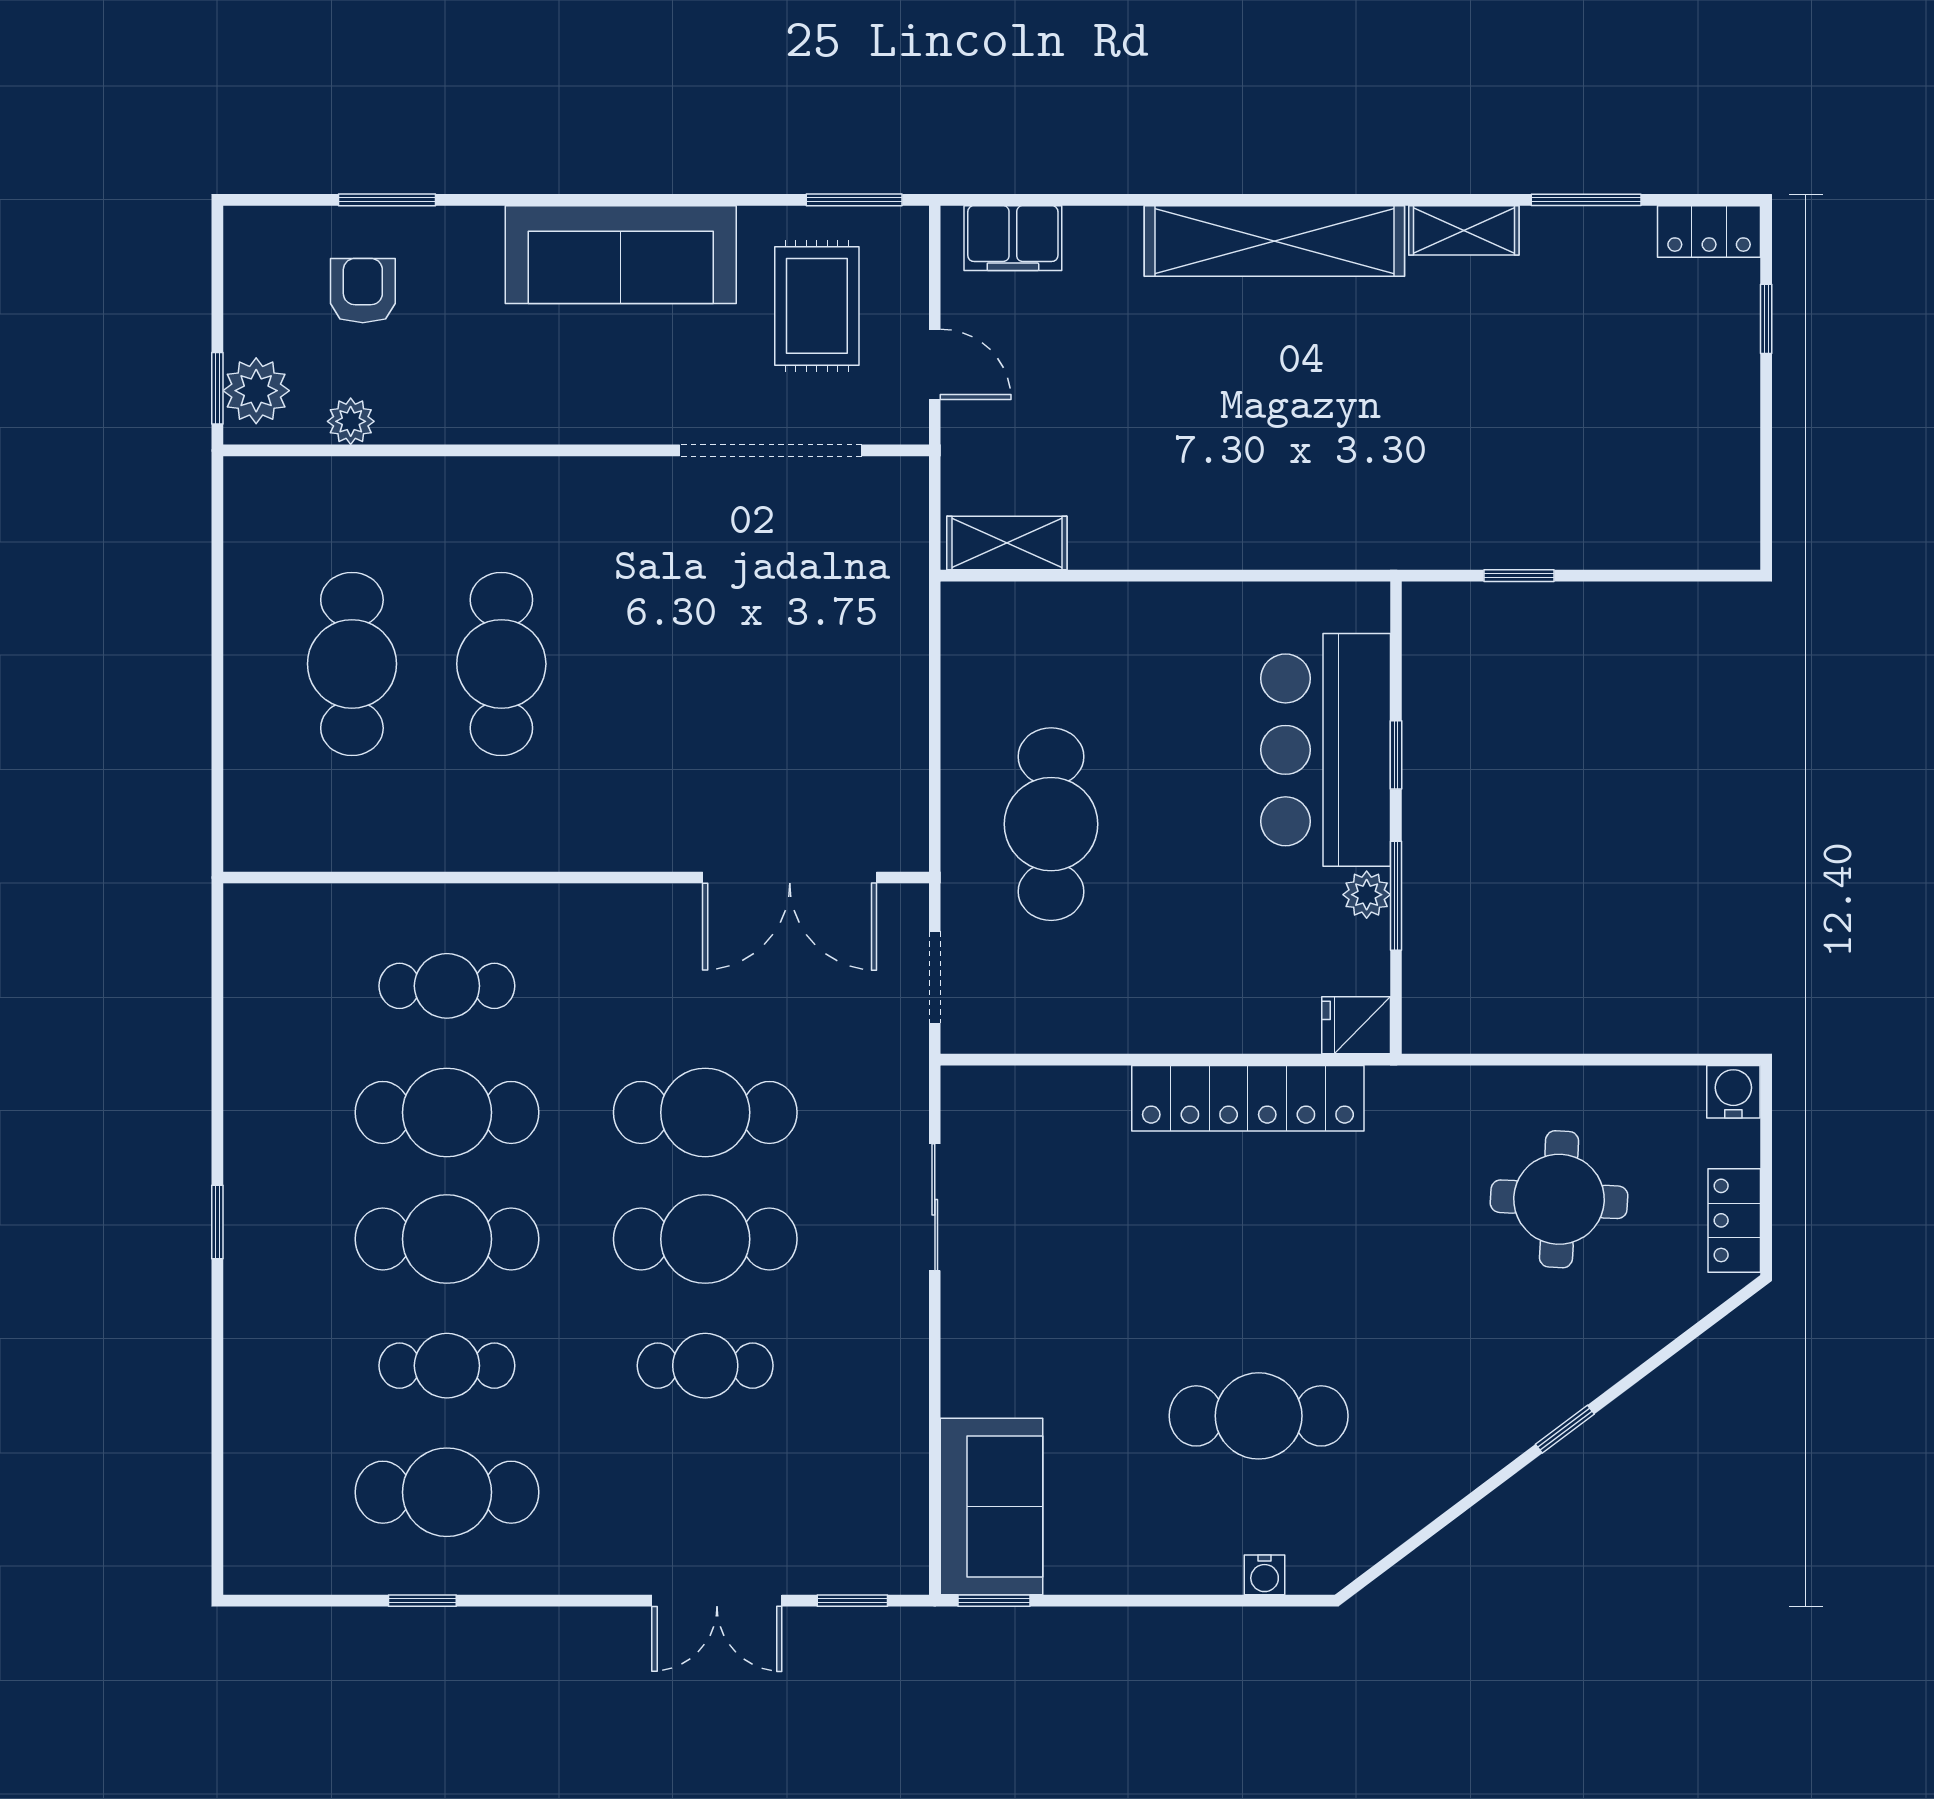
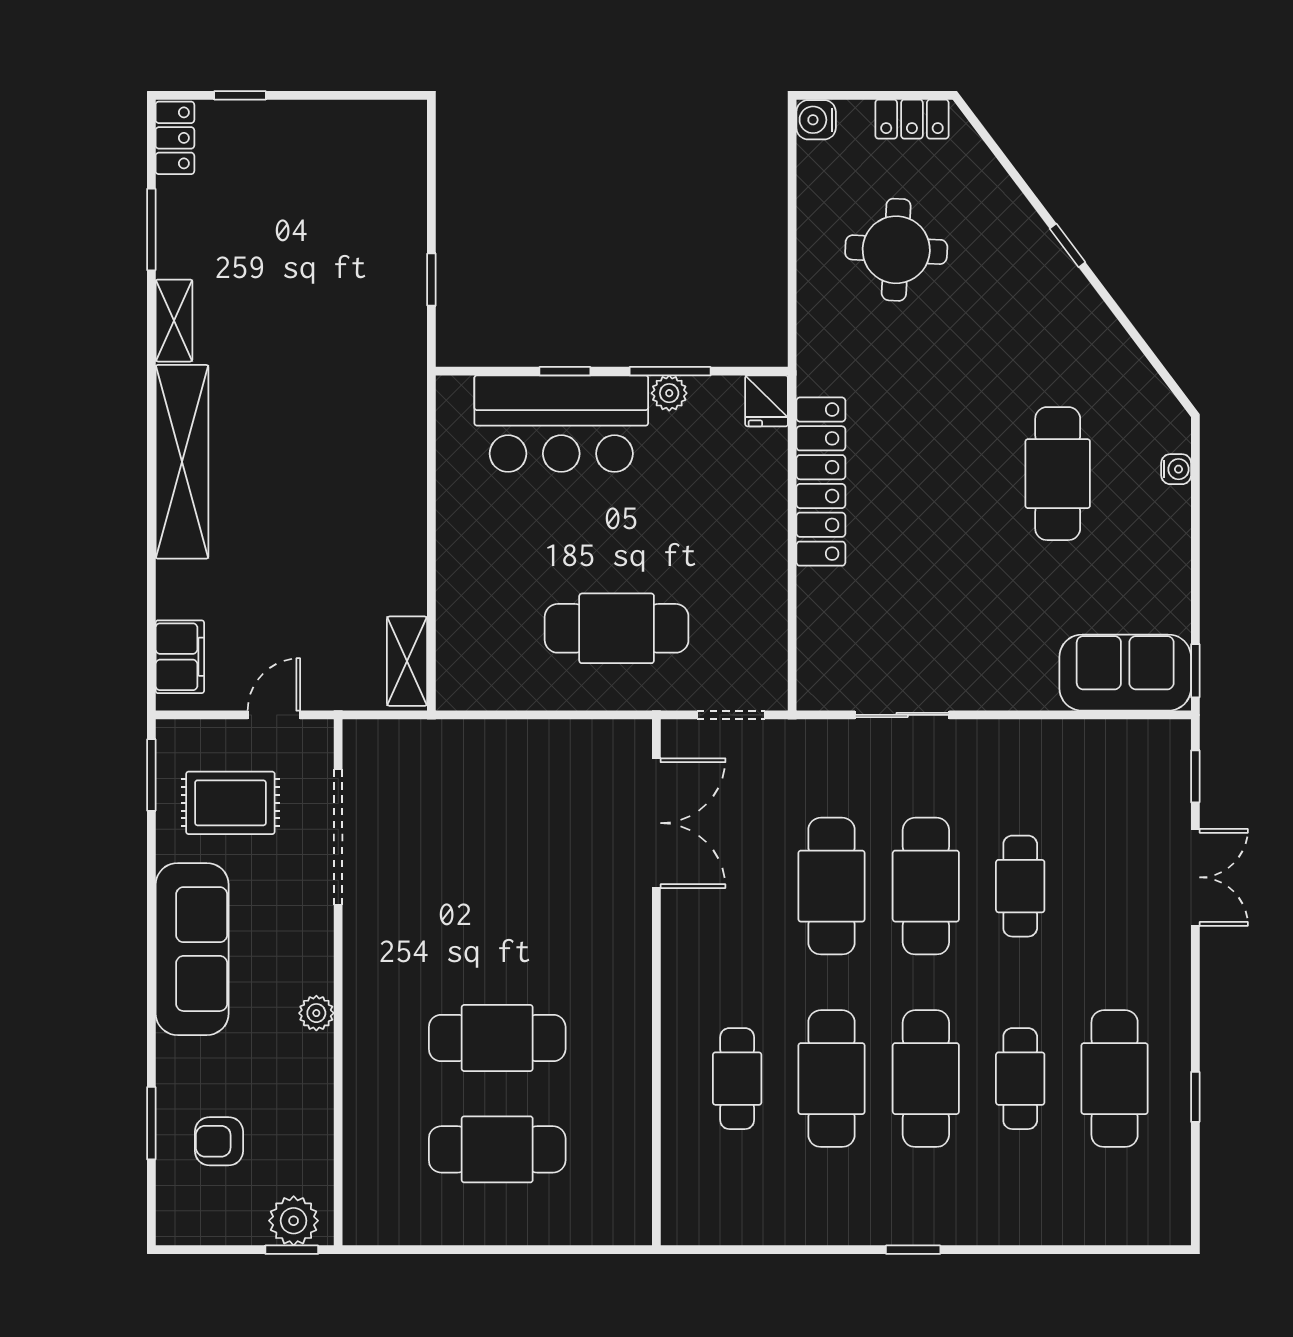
plant: (351, 421) -> (316, 1013), moved

